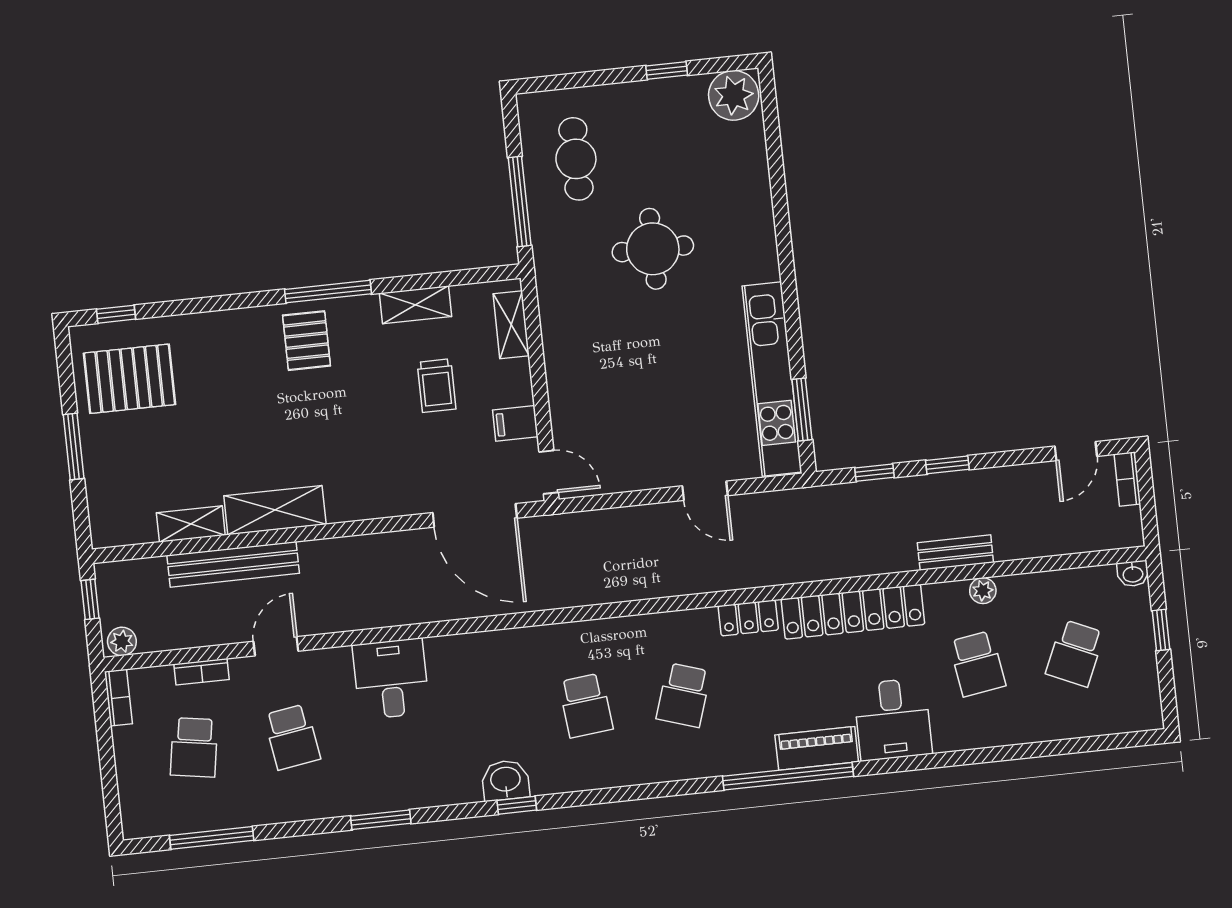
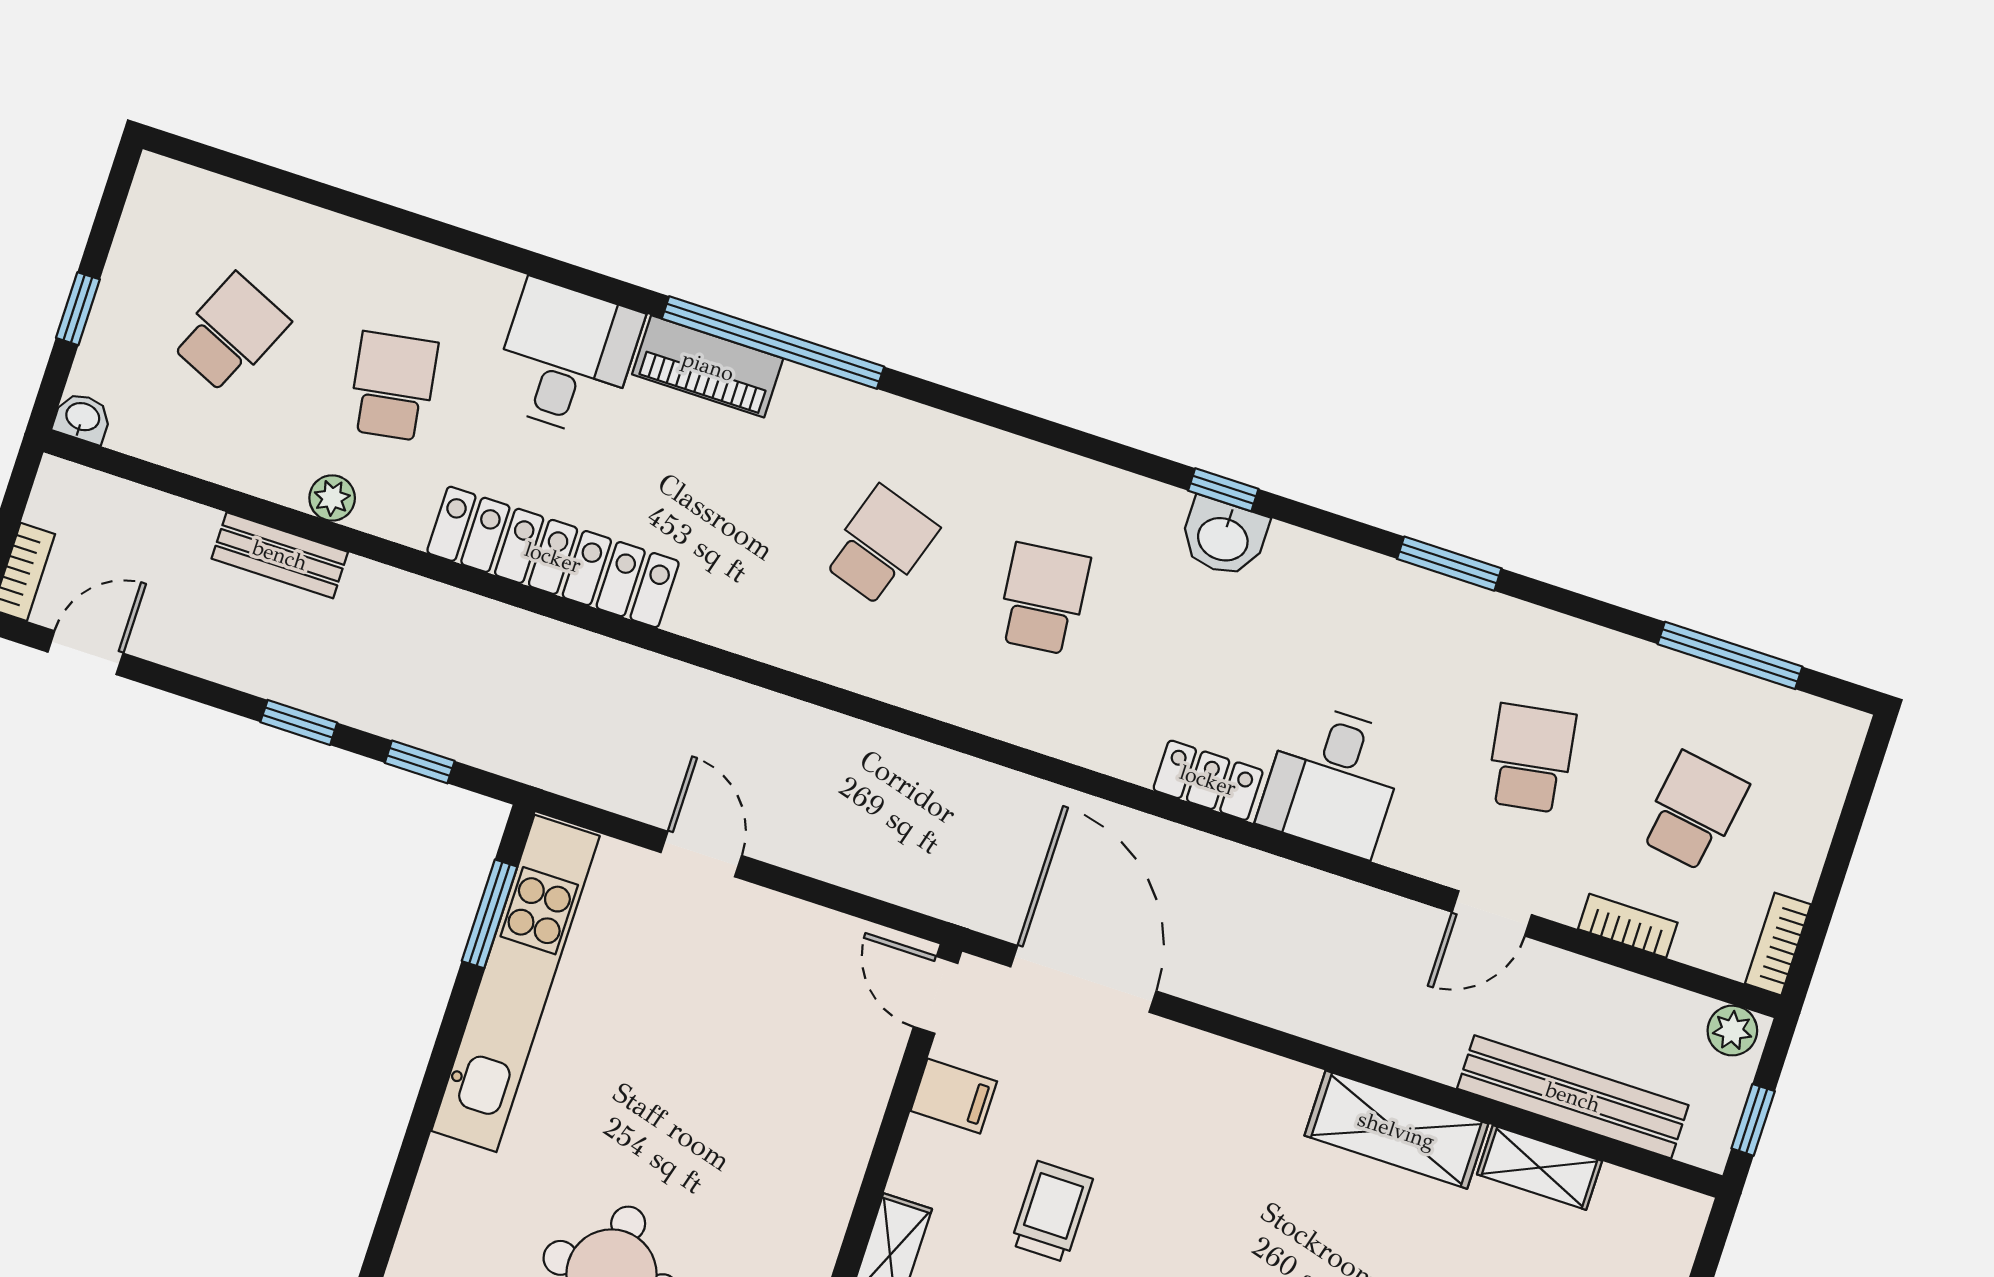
bench: (955, 553) -> (280, 555), moved
bench: (233, 564) -> (1573, 1097), moved
locker: (748, 618) -> (1208, 780), moved

